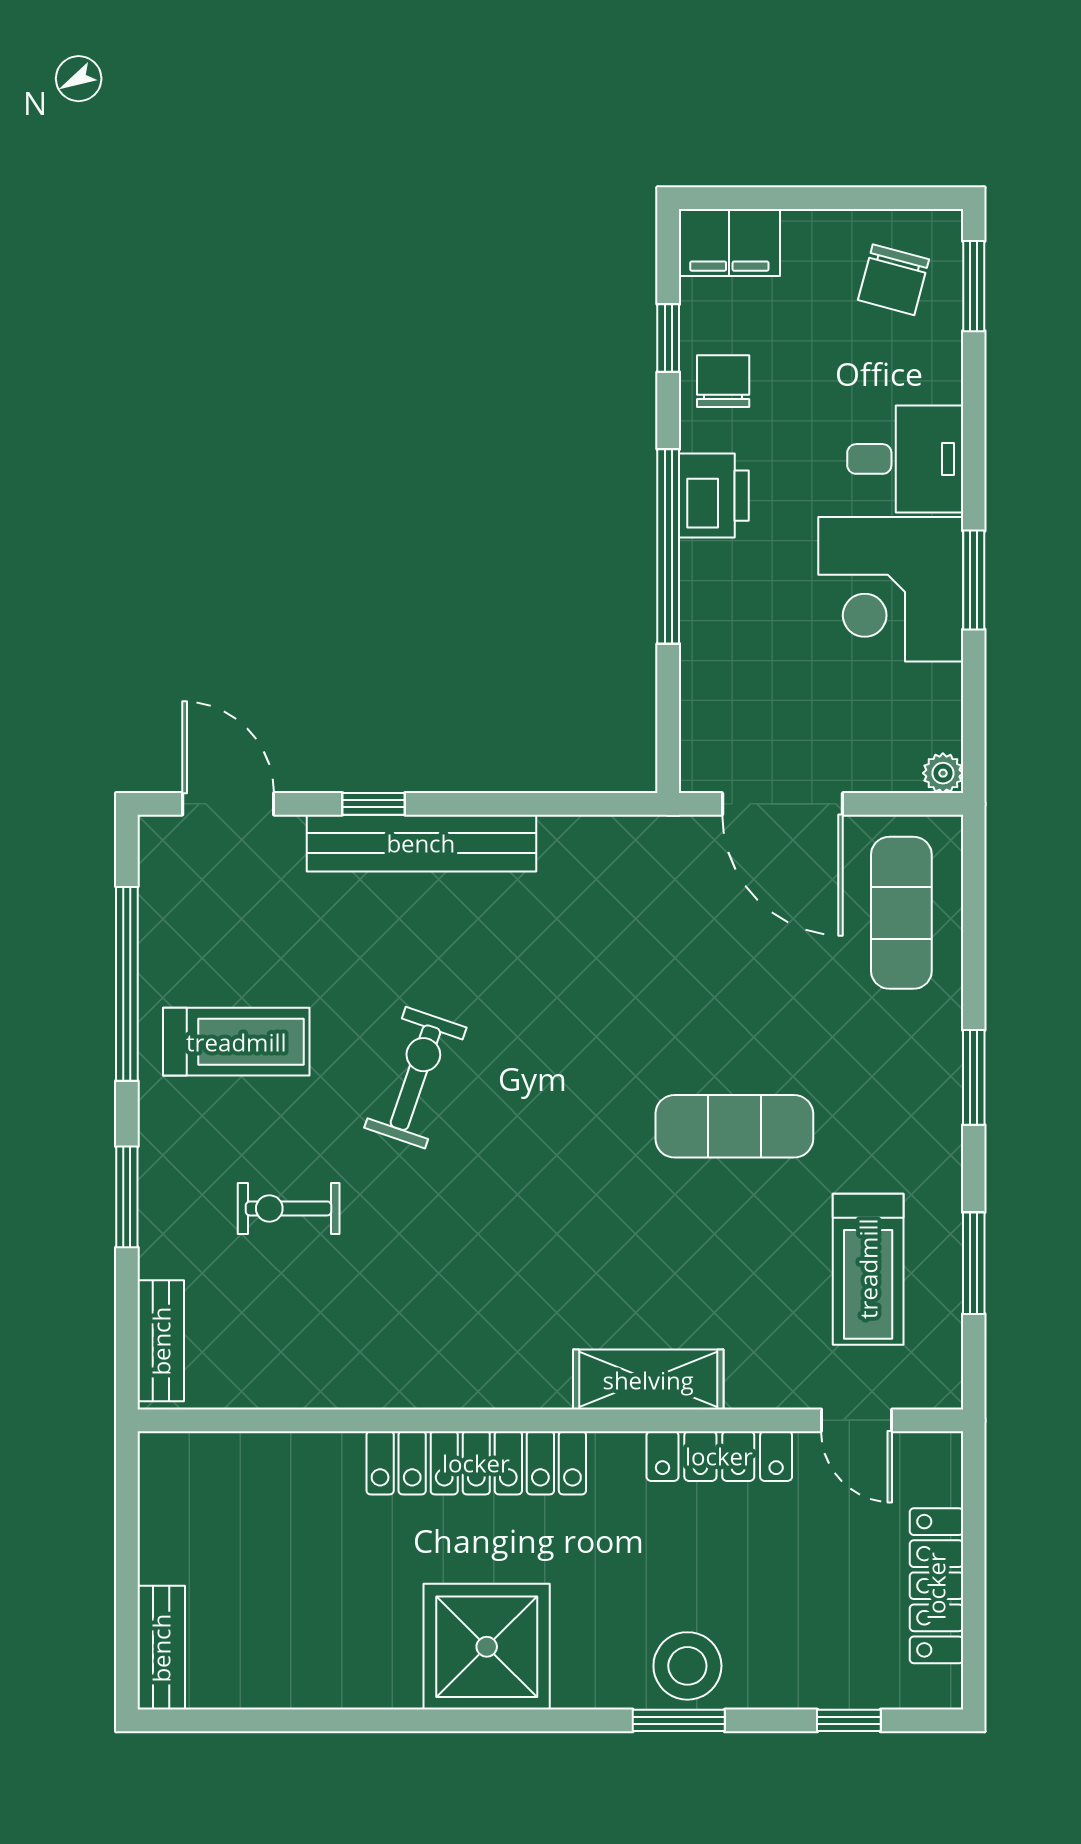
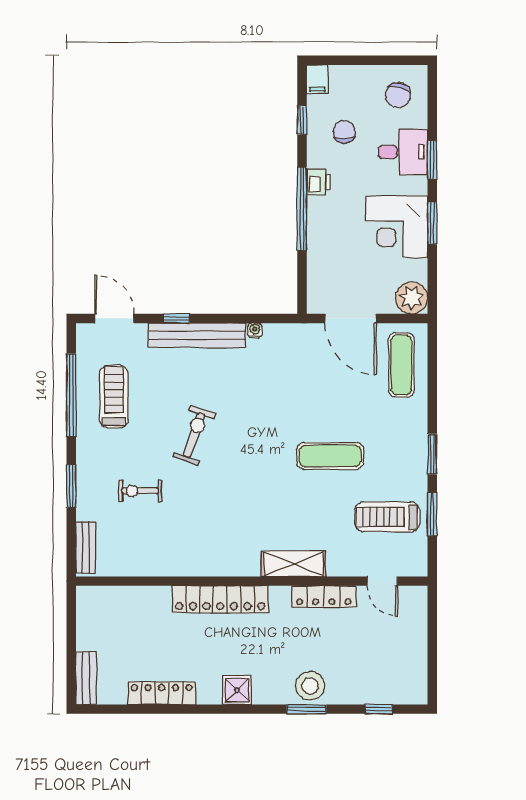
filing cabinet: (729, 243) -> (317, 79), width x0.50
window: (974, 286) -> (432, 160), moved
chair: (723, 381) -> (344, 132), moved
desk: (905, 459) -> (403, 152), moved
printer: (714, 496) -> (318, 182), width x0.73, depth x0.81
plant: (943, 773) -> (412, 298), width x1.87, depth x1.87
water cooler: (558, 832) -> (255, 330), added
treadmill: (236, 1042) -> (114, 397), moved, turned -90
window: (974, 1077) -> (432, 454), moved
treadmill: (868, 1269) -> (387, 517), turned 90
locker: (936, 1586) -> (162, 693), moved, turned 90
shower: (487, 1647) -> (237, 690), width x0.54, depth x0.54

